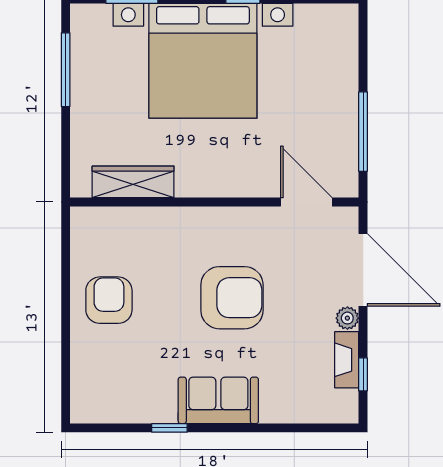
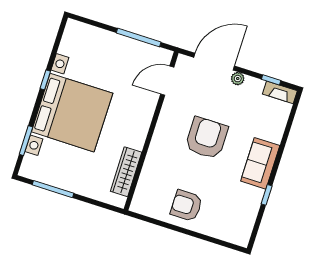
fireplace: (347, 360) -> (280, 92), moved

